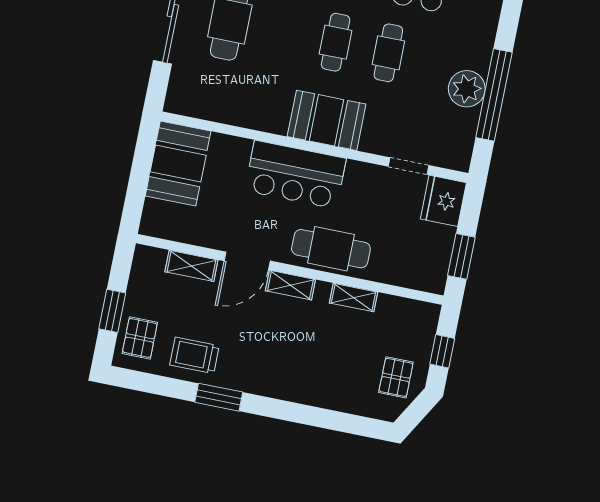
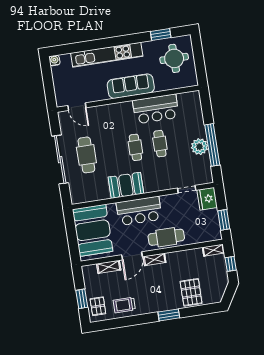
booth: (327, 120) -> (126, 185), moved
booth: (178, 164) -> (93, 230), width x1.36, depth x1.42
shelving: (354, 298) -> (213, 250), moved
pallet: (396, 377) -> (191, 292), moved, width x1.50, depth x1.42
window: (219, 397) -> (169, 315), moved

